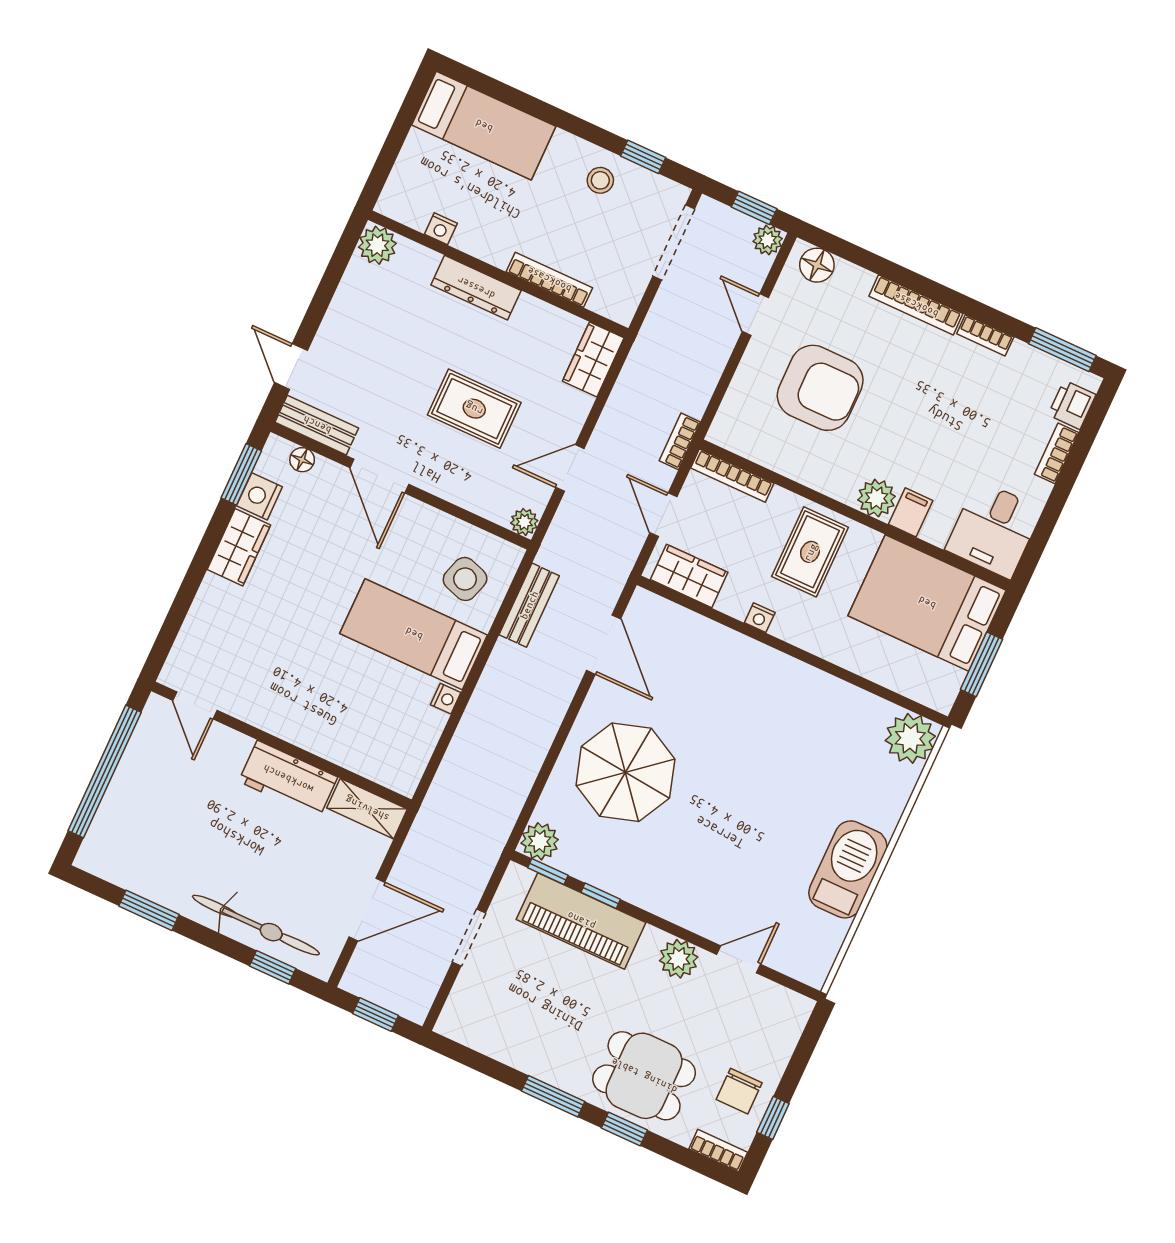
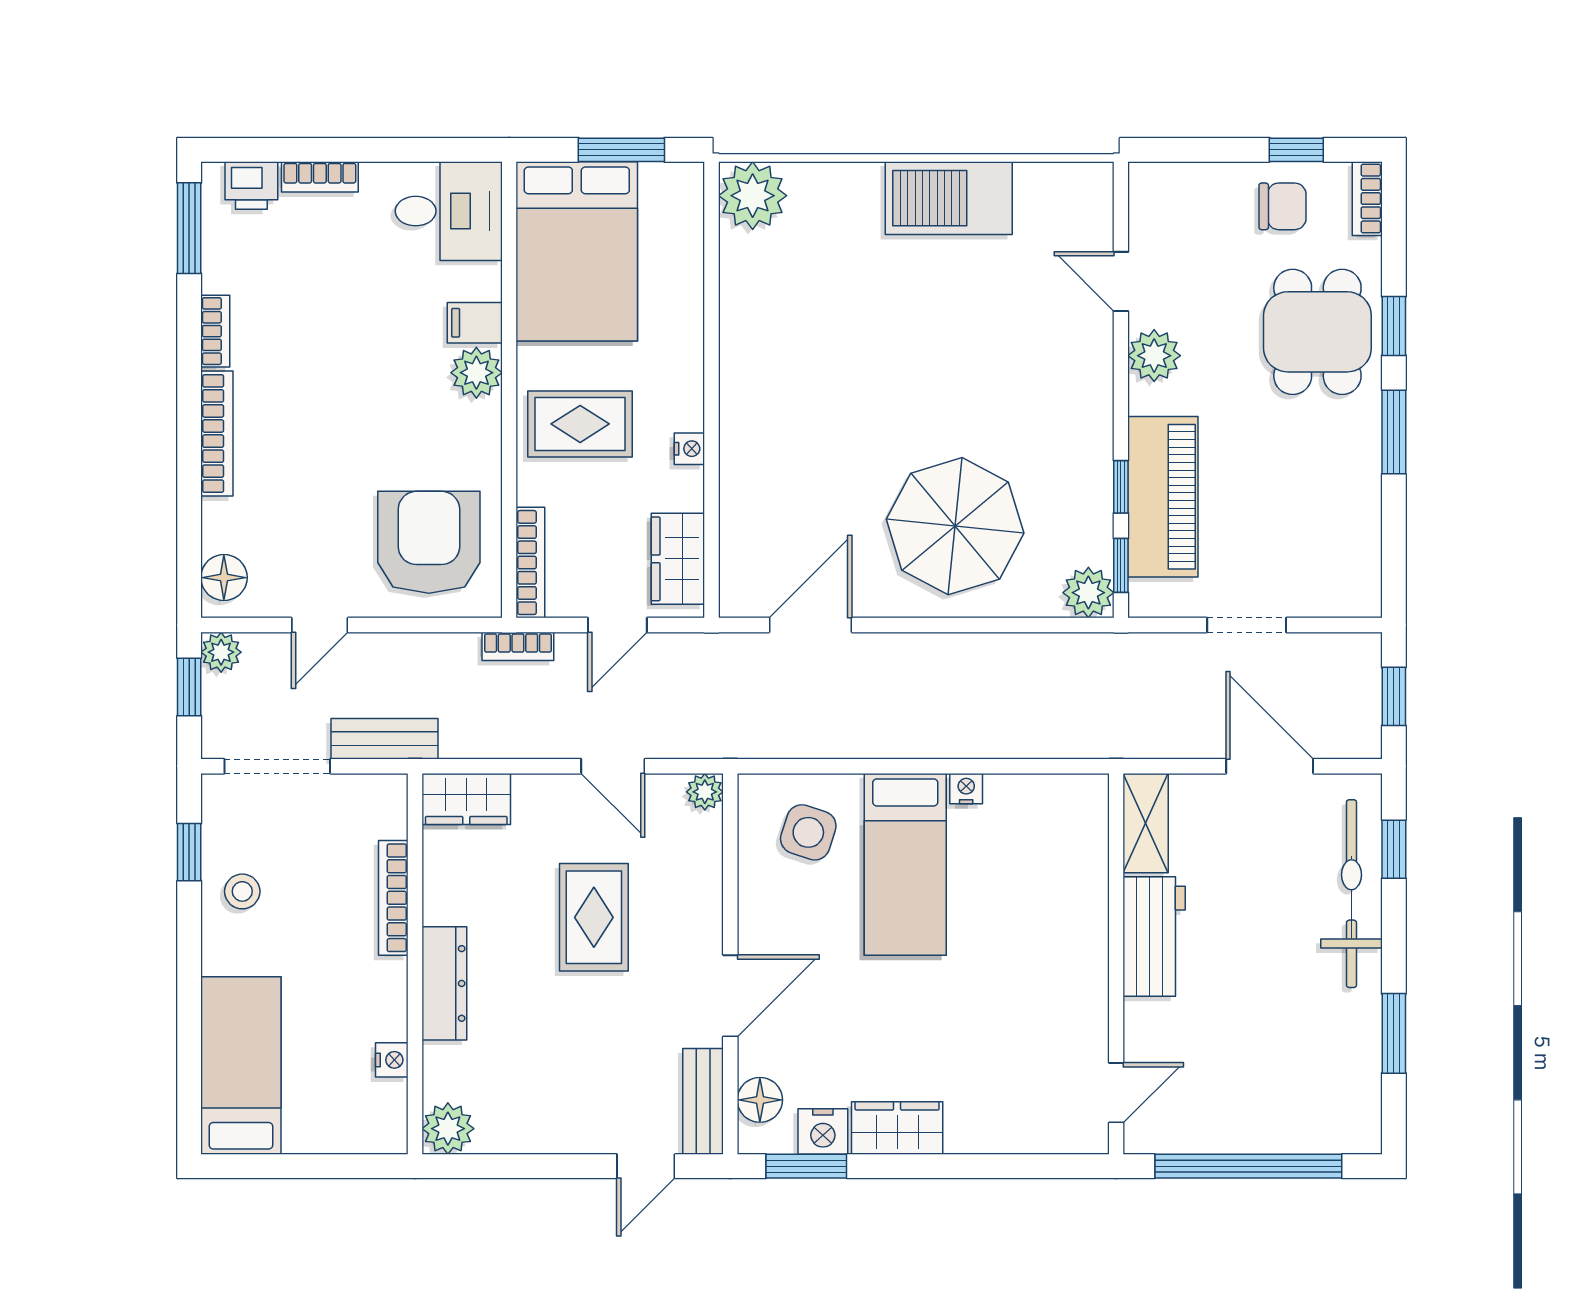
armchair: (820, 388) -> (429, 542), moved
floor lamp: (302, 460) -> (760, 1100), width x1.37, depth x1.37
bench: (529, 605) -> (384, 739), moved

